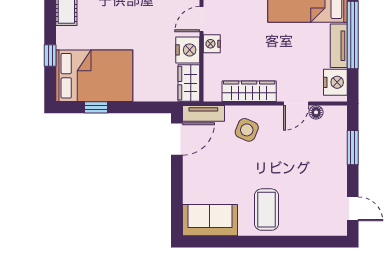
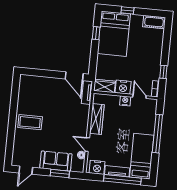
side table: (247, 130) -> (75, 116), removed
sofa: (210, 220) -> (56, 161), moved, turned -90

